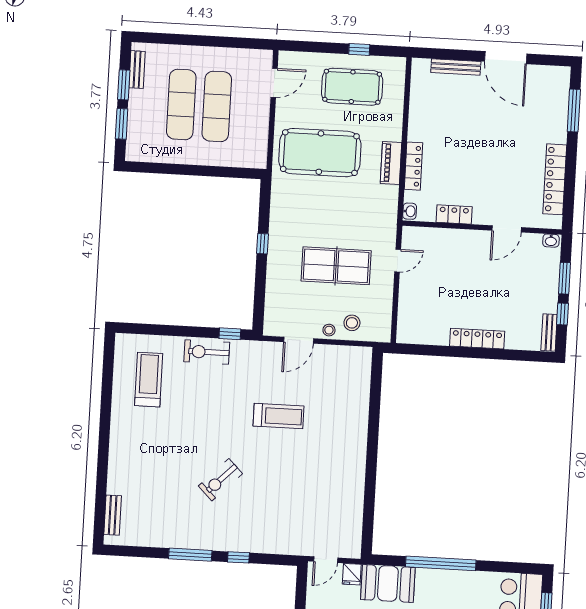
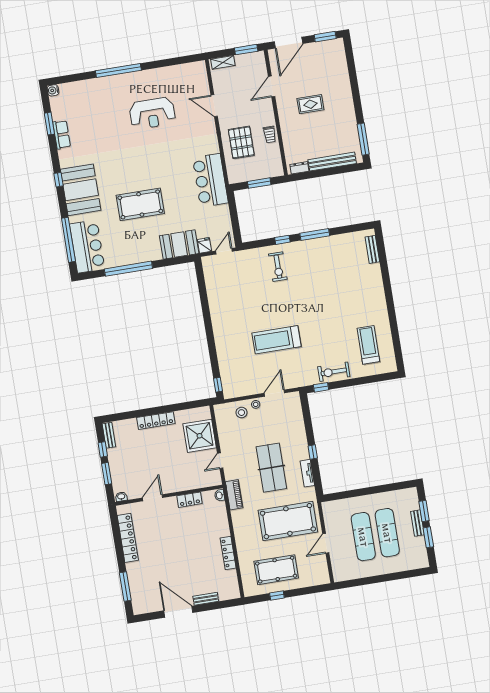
bench: (456, 67) -> (206, 599), width x0.73
bench: (137, 70) -> (417, 523), moved
door: (274, 83) -> (326, 543), moved
piano: (391, 163) -> (234, 495), moved
locker: (413, 166) -> (228, 553), moved
tv unit: (277, 215) -> (307, 473), added
table tennis table: (336, 266) -> (271, 468), moved, turned 90
shower: (419, 303) -> (200, 436), added
exercise bike: (207, 352) -> (334, 372), turned 180
window: (377, 370) -> (218, 385), added
treadmill: (149, 380) -> (368, 345), turned 180
treadmill: (279, 416) -> (277, 340), width x1.37, depth x1.38
exercise bike: (220, 480) -> (278, 267), moved, turned 135
window: (441, 563) -> (128, 269), moved

